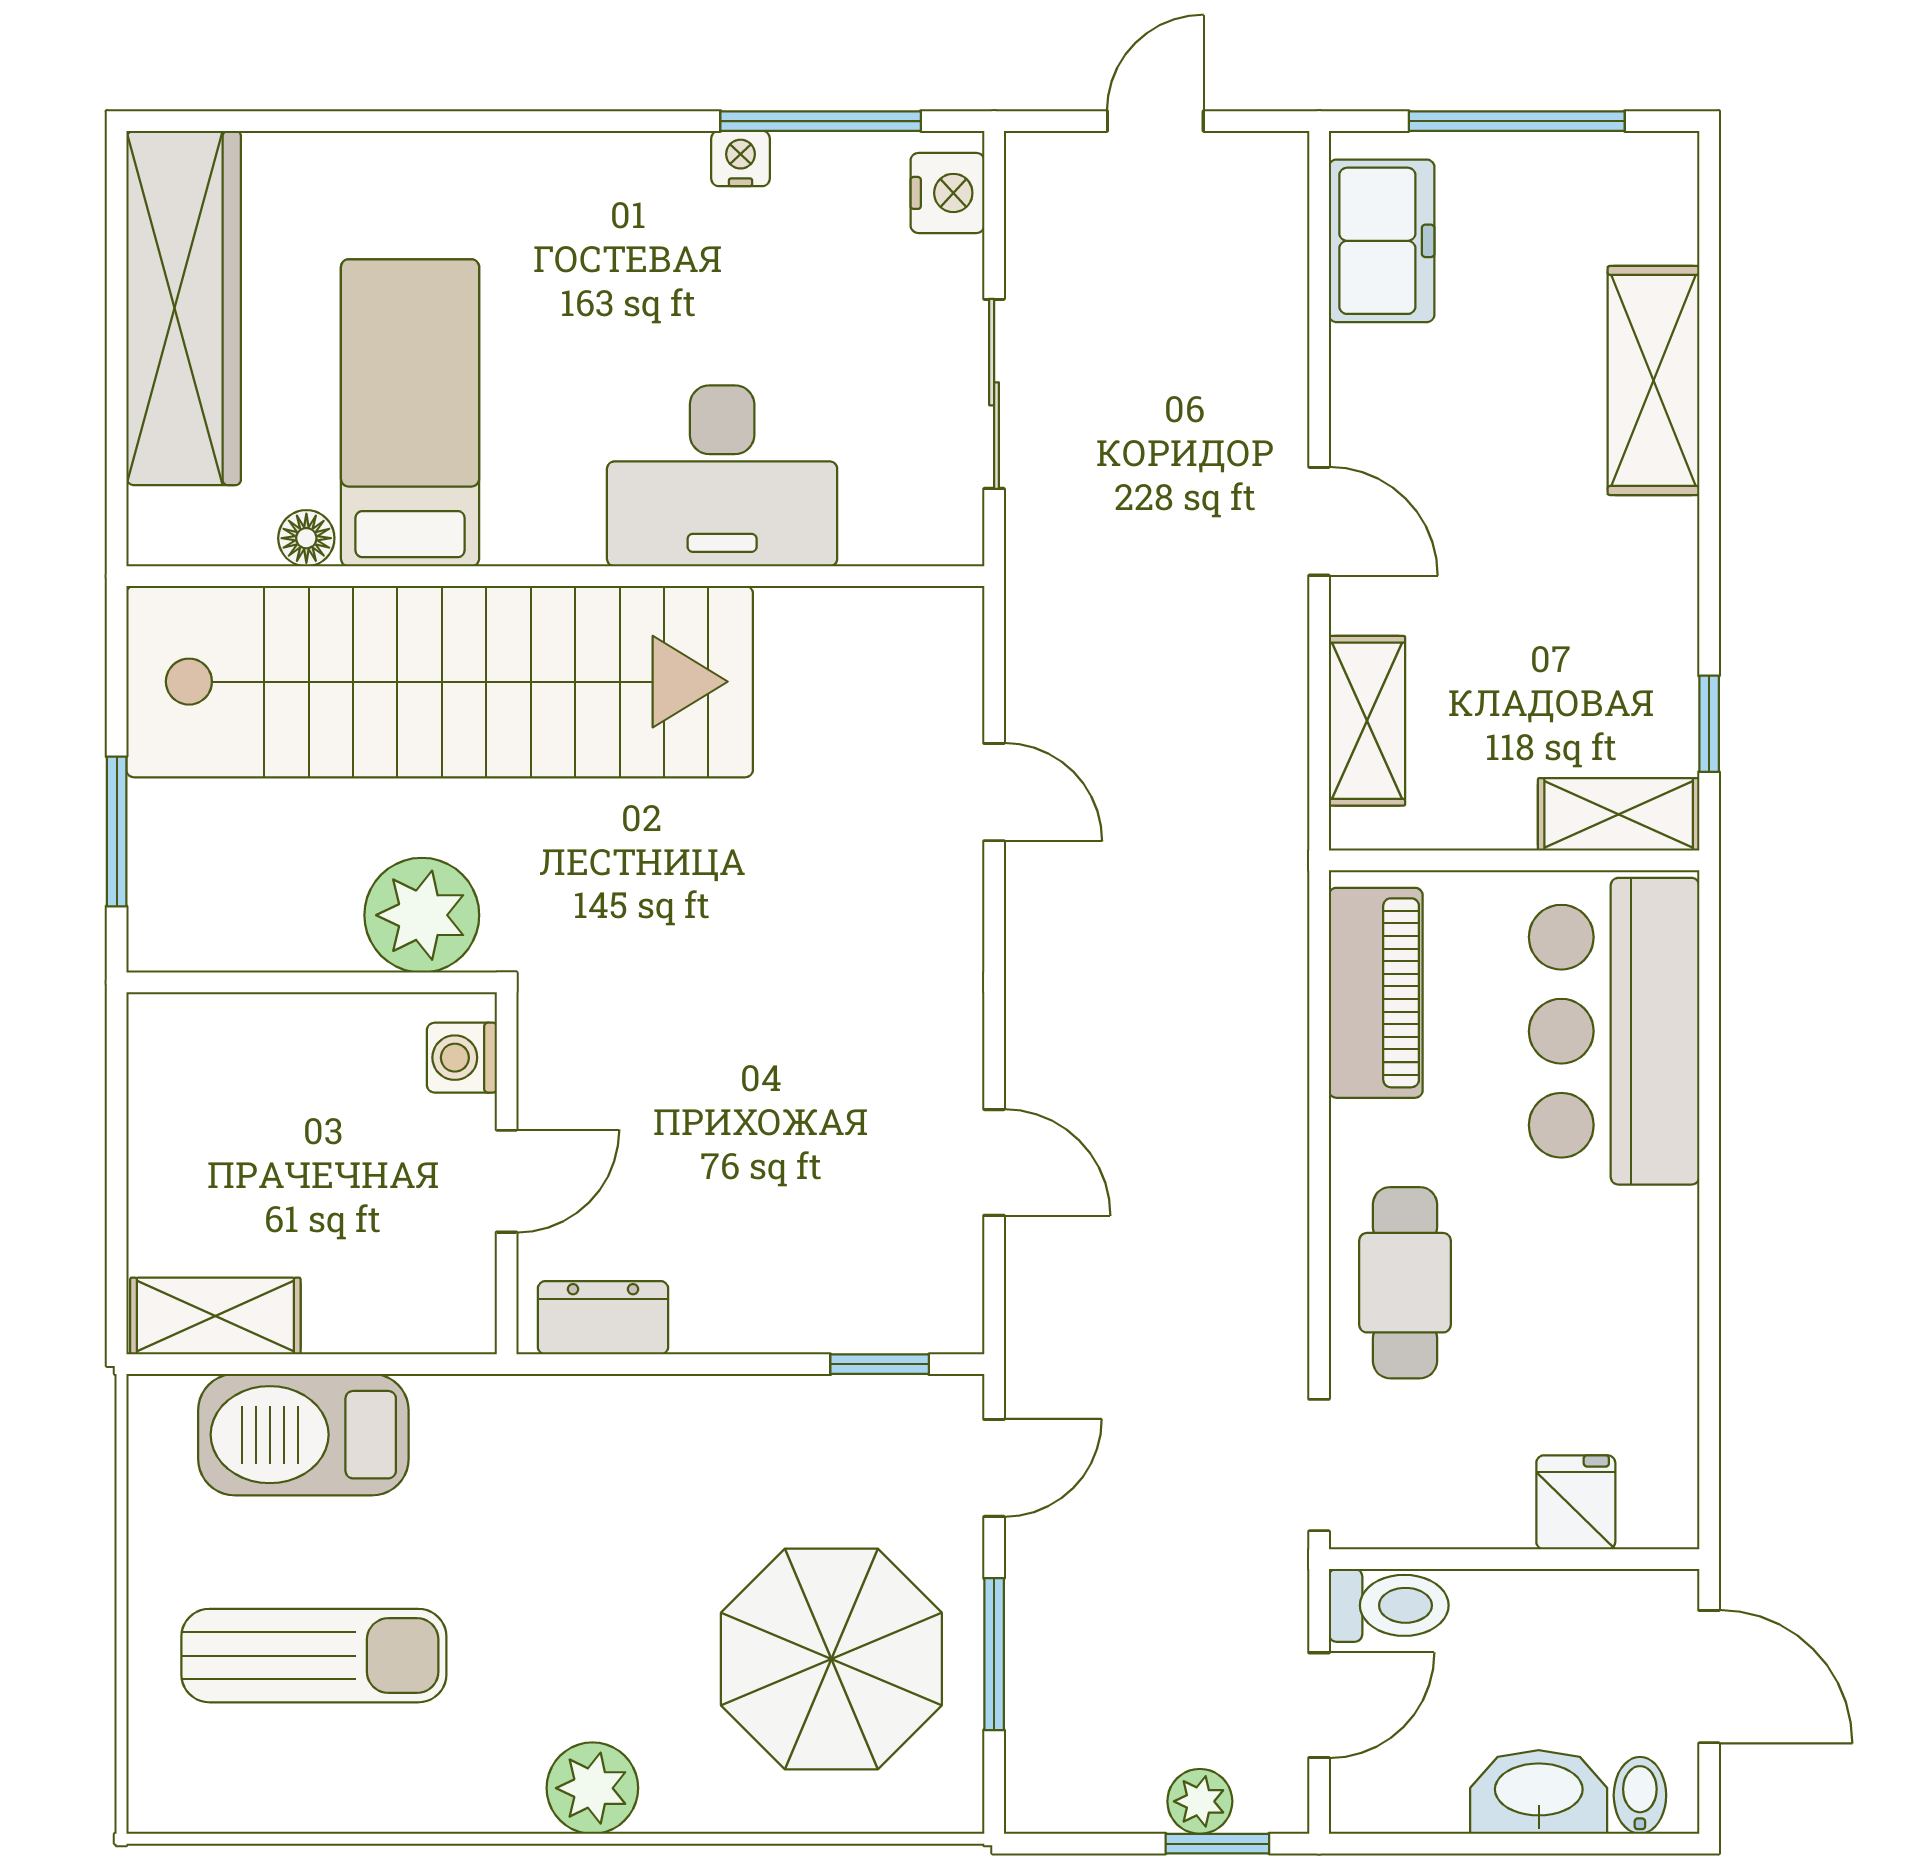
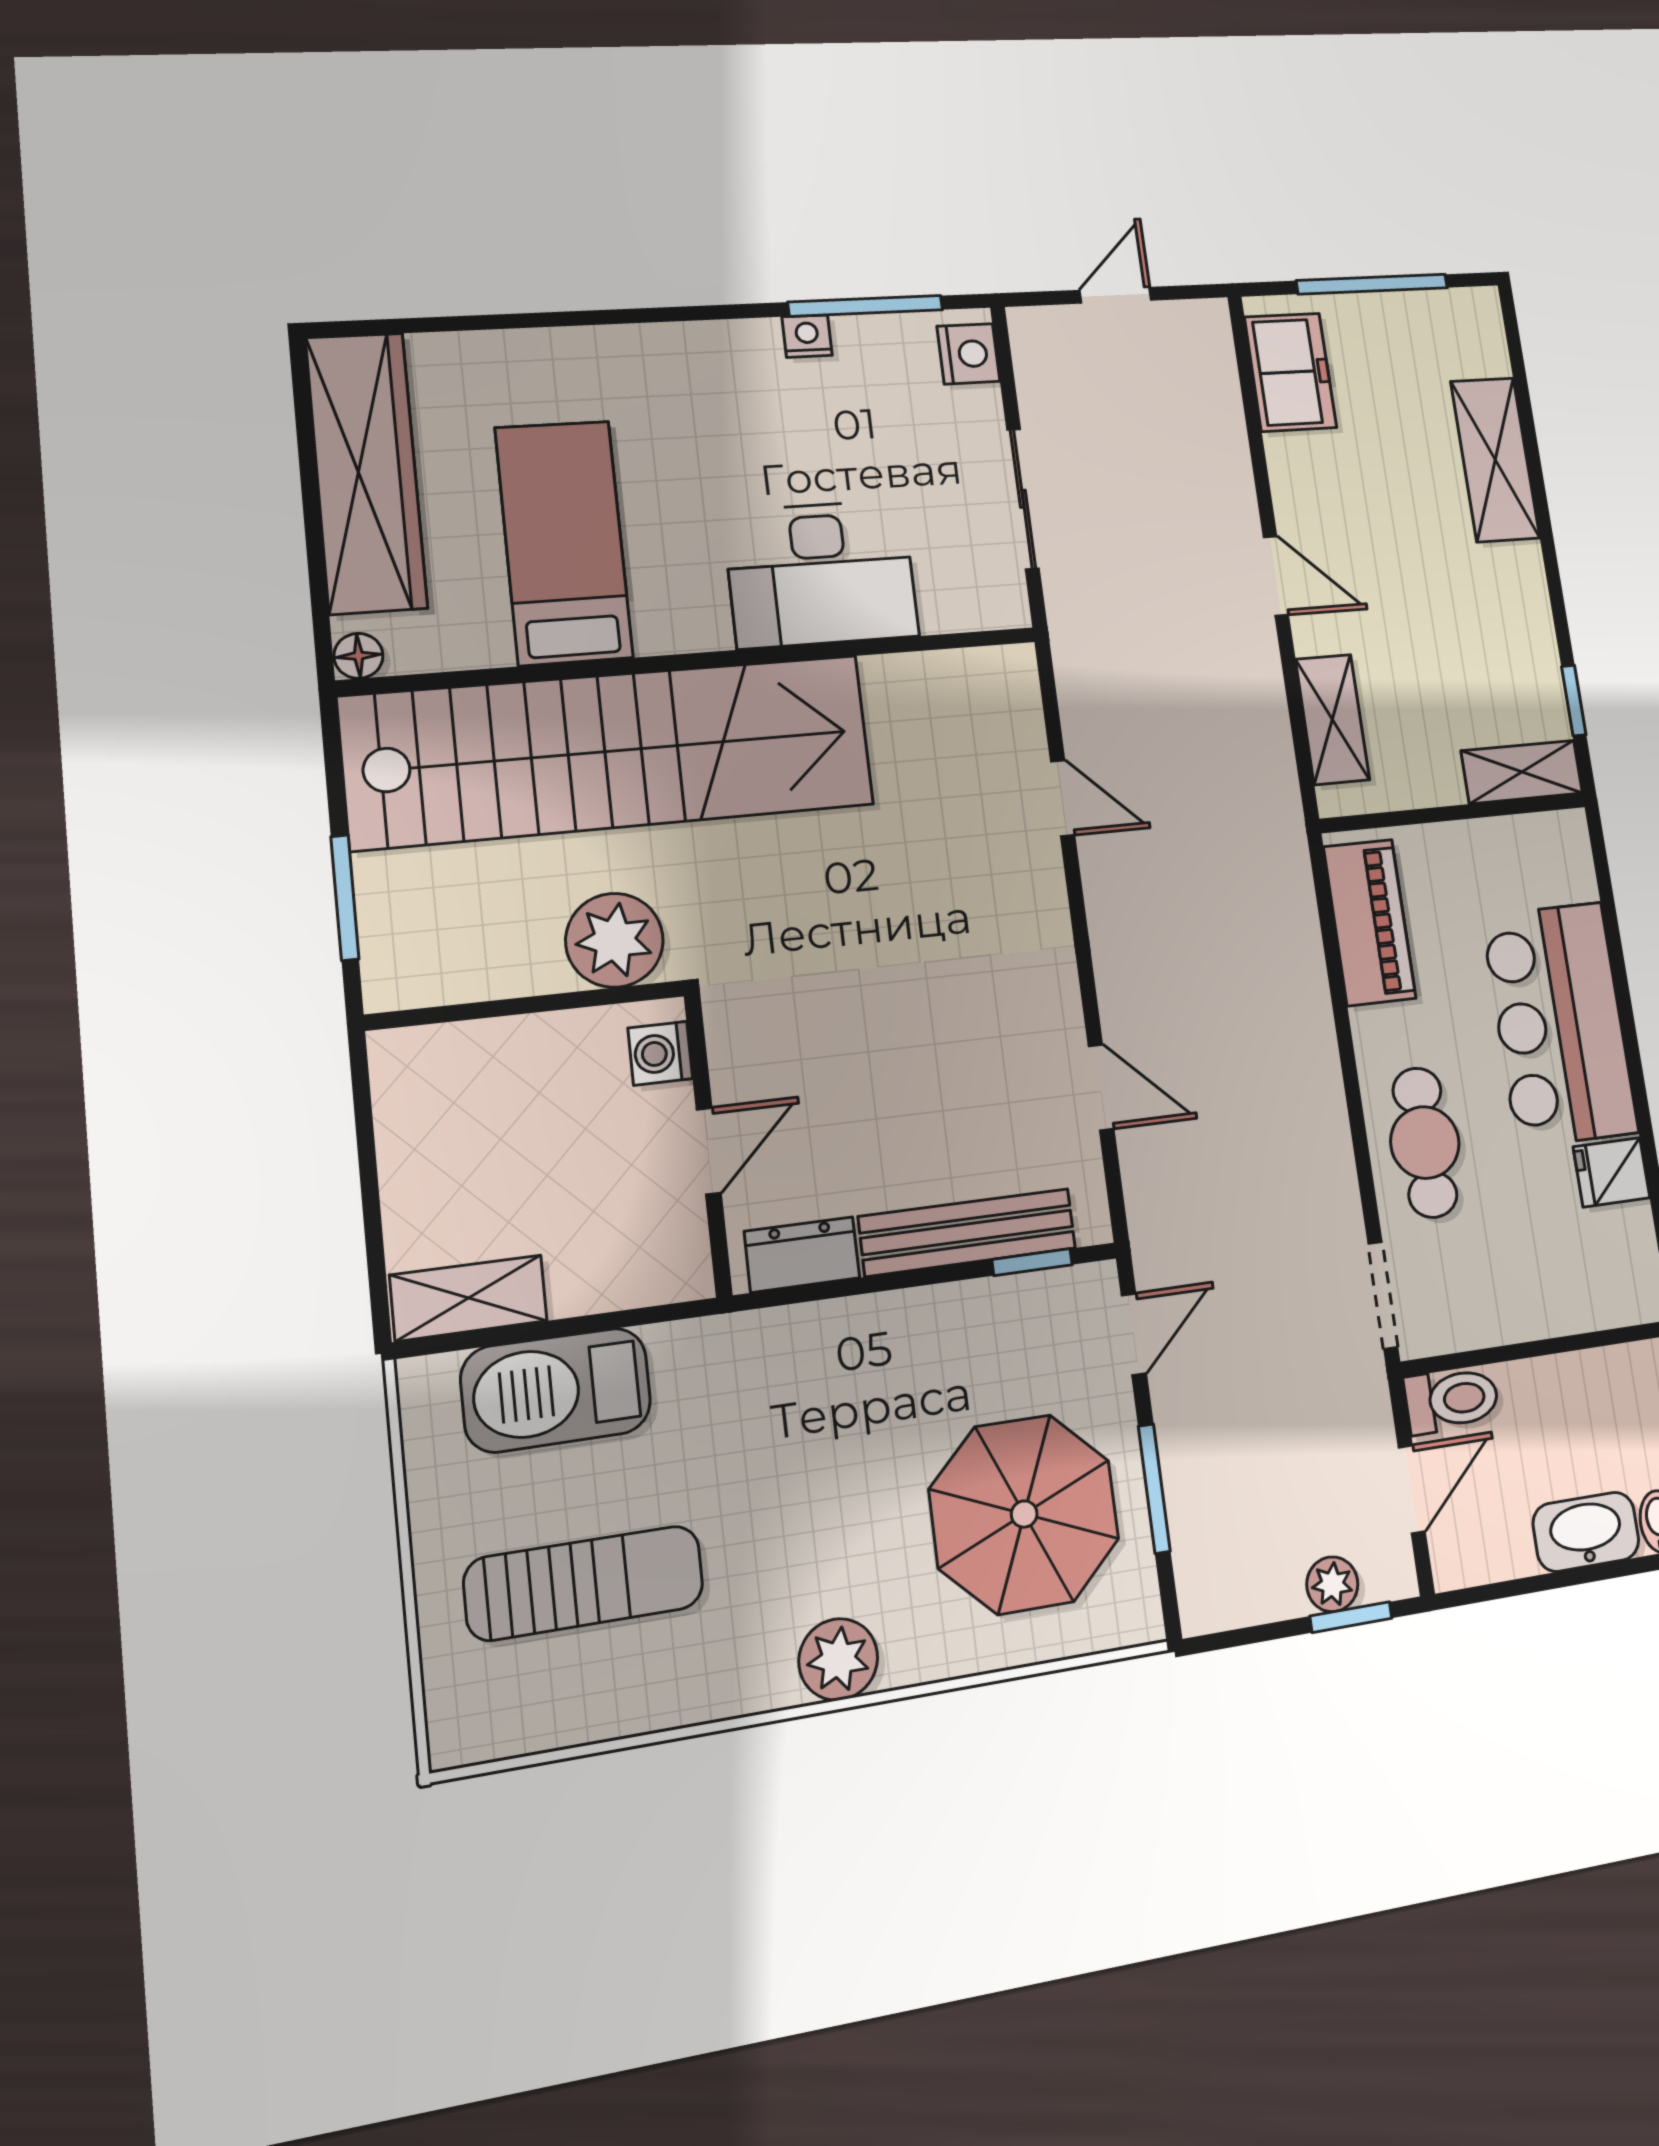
floor lamp: (306, 538) -> (358, 656), moved
bar counter: (1614, 1031) -> (1560, 1024), moved
bench: (805, 1318) -> (967, 1232), added
fridge: (1576, 1502) -> (1612, 1172), moved, turned -90

